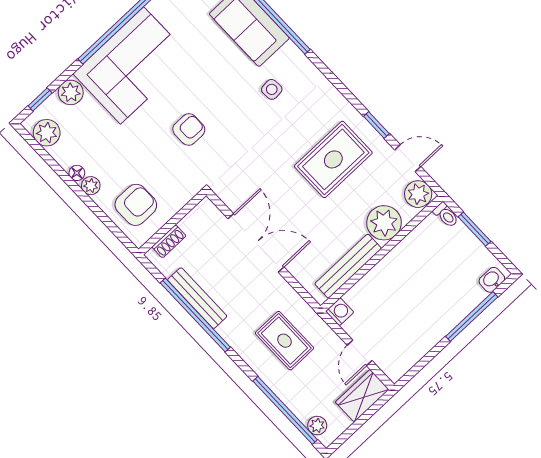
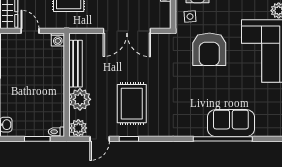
side table: (272, 89) -> (190, 16), moved
armchair: (189, 129) -> (209, 49), width x1.88, depth x1.88

